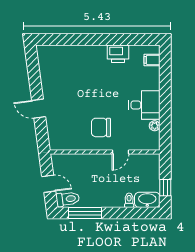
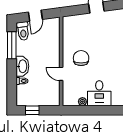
washbasin: (147, 200) -> (22, 66), moved

